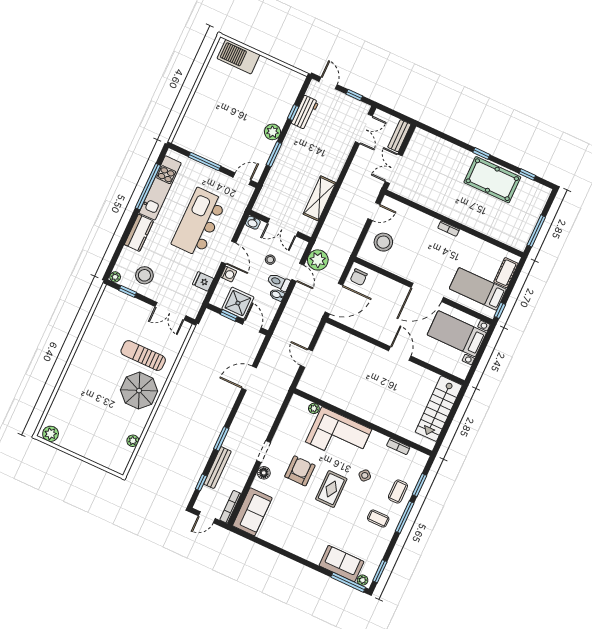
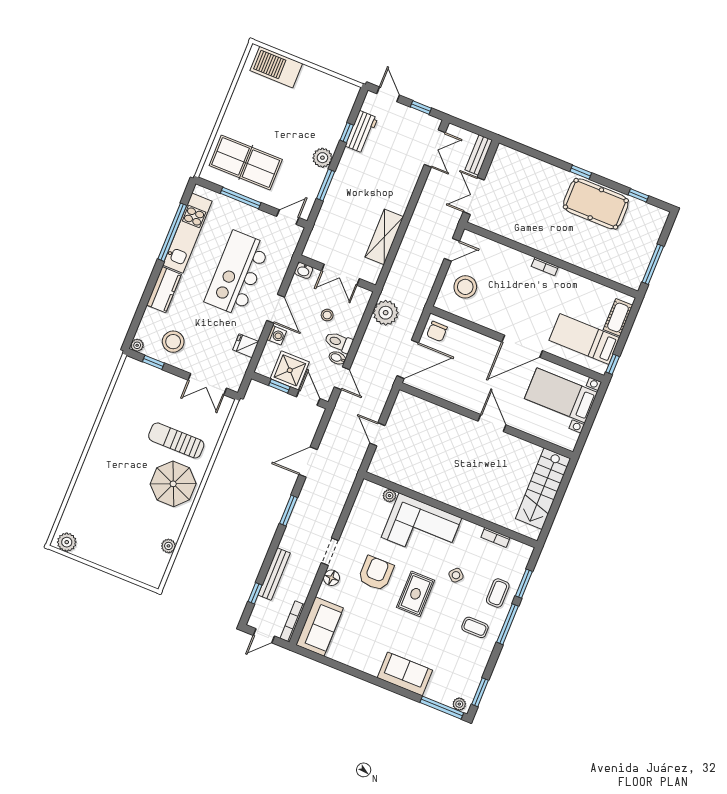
table tennis table: (210, 133) -> (246, 163), added
door: (298, 272) -> (342, 378), moved
window: (221, 439) -> (288, 511), moved
sofa: (341, 564) -> (405, 674), moved

